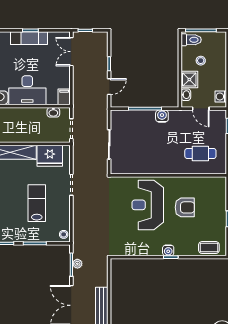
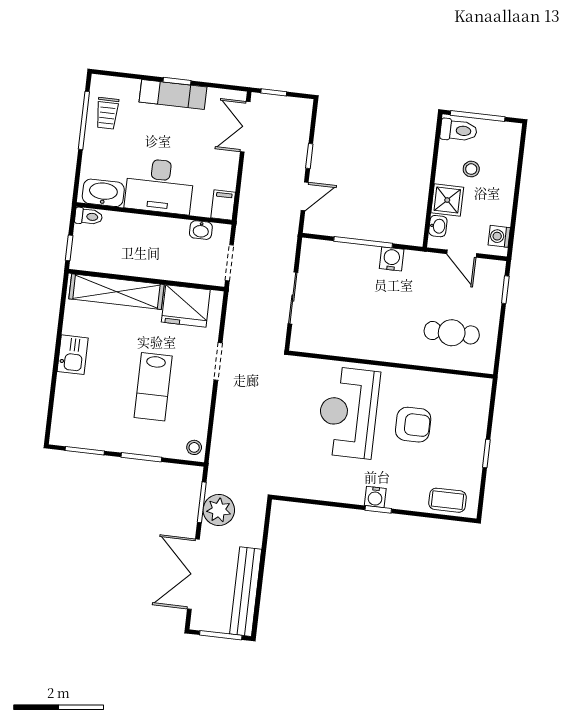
lab bench: (37, 203) -> (153, 387), turned 180
plant: (77, 264) -> (219, 510), width x1.87, depth x1.87

